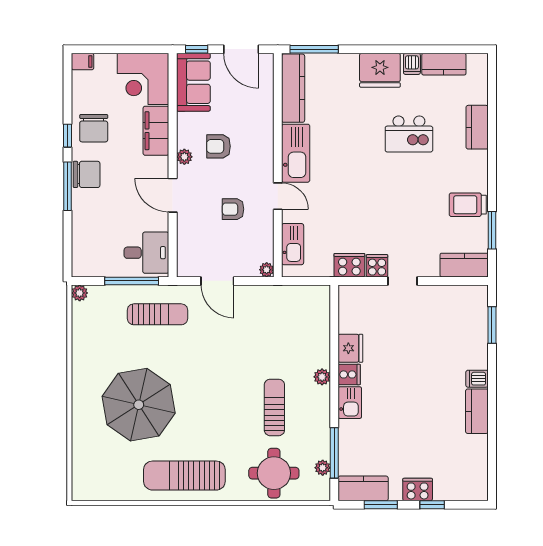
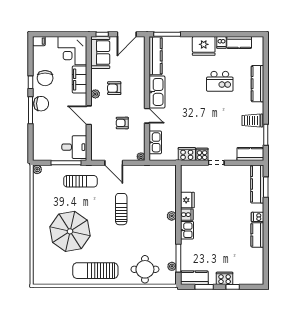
door: (241, 49) -> (127, 34), hinge flipped
kitchen counter: (477, 127) -> (258, 84), width x1.50
kitchen counter: (477, 319) -> (257, 184), added
sun lounger: (274, 407) -> (121, 209), moved

